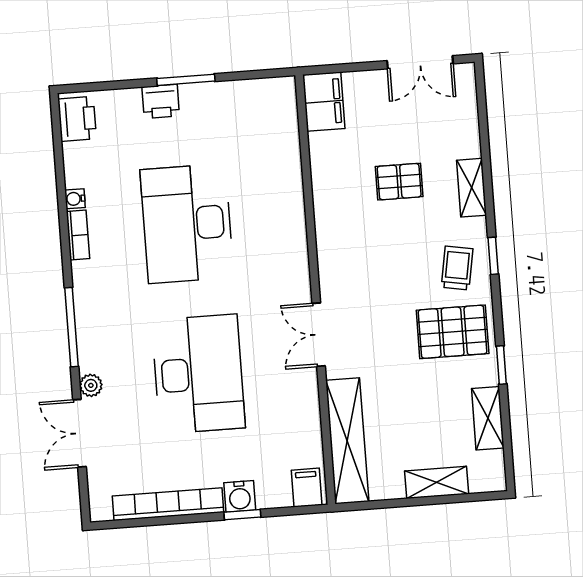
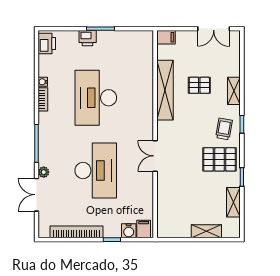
filing cabinet: (324, 102) -> (166, 37), width x0.50
shelving: (347, 441) -> (165, 90), moved
water cooler: (240, 496) -> (129, 231), moved

